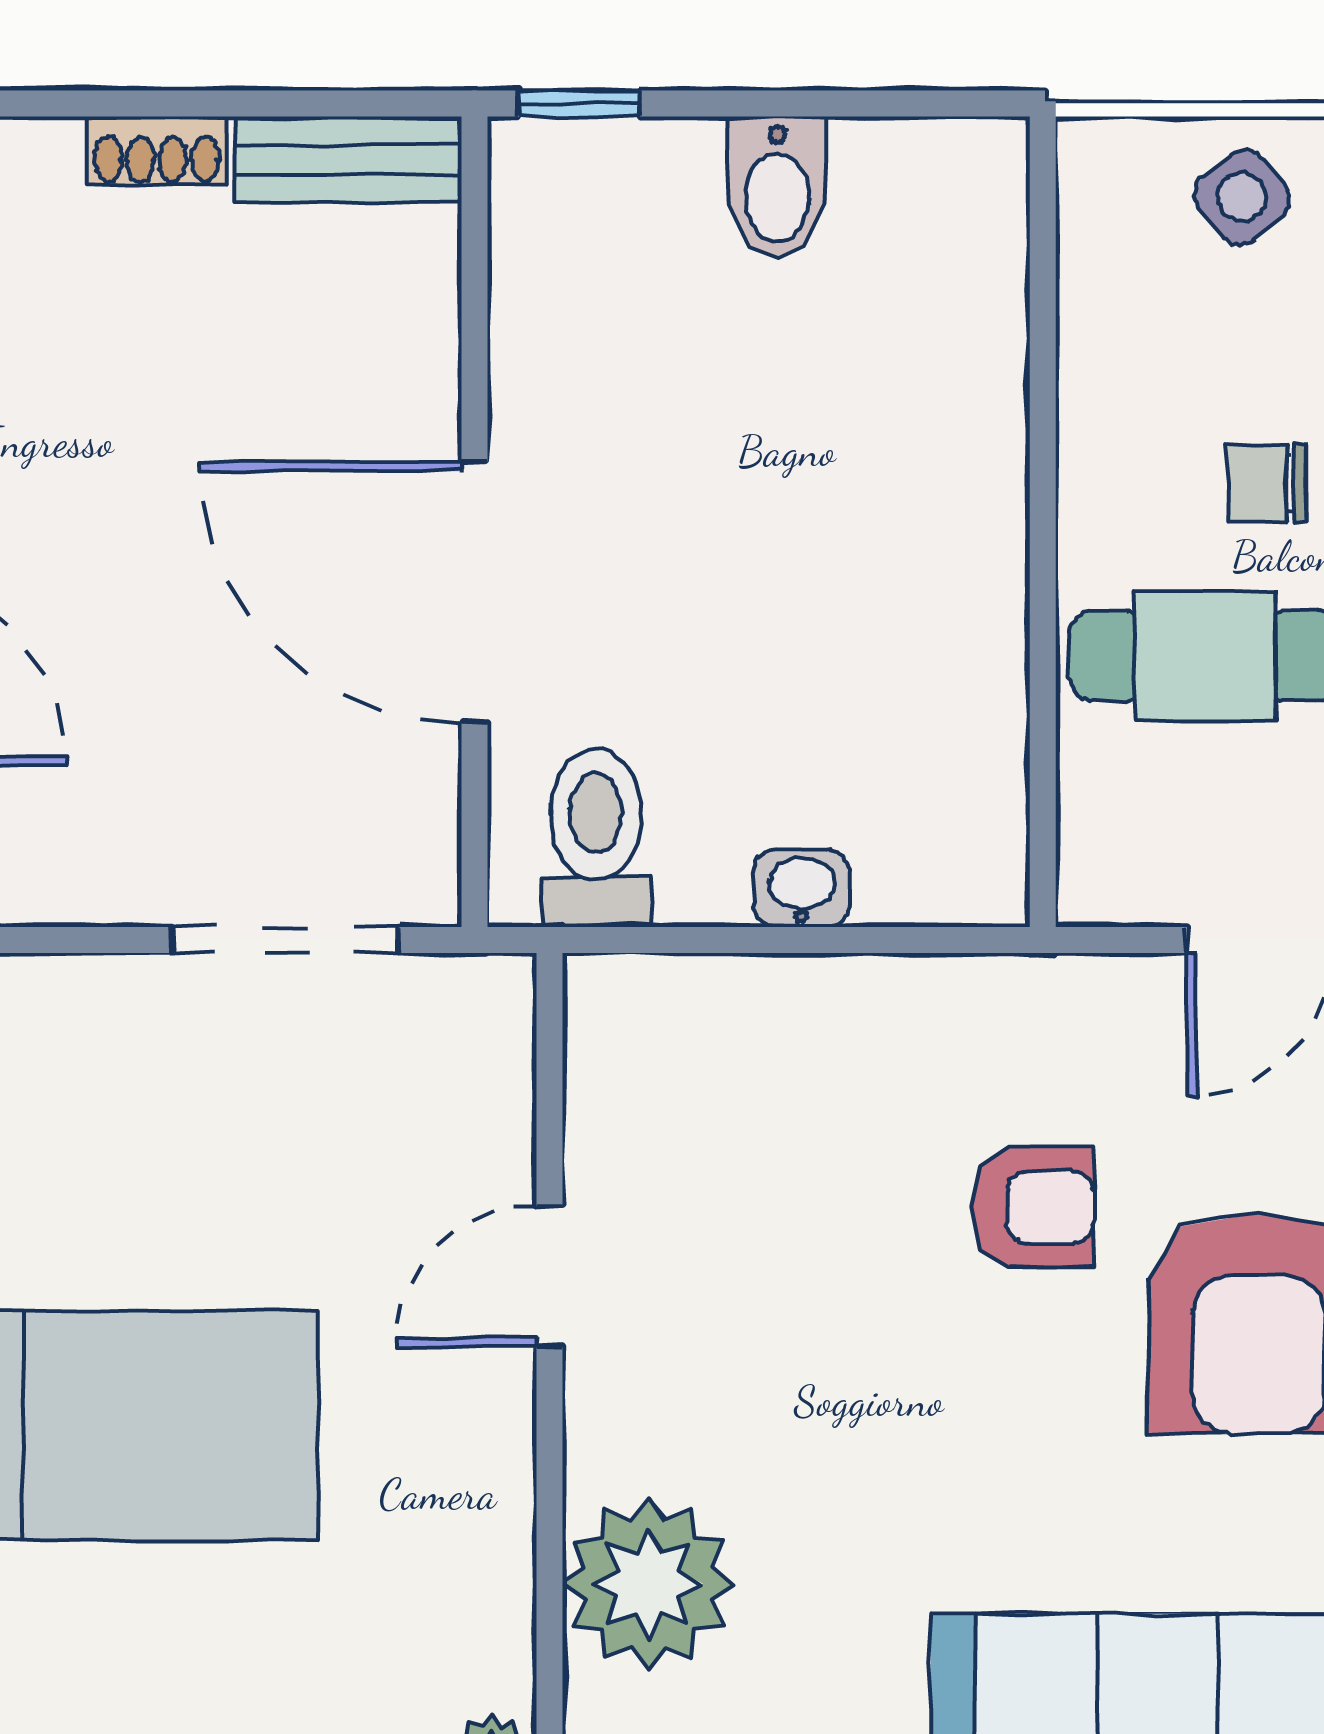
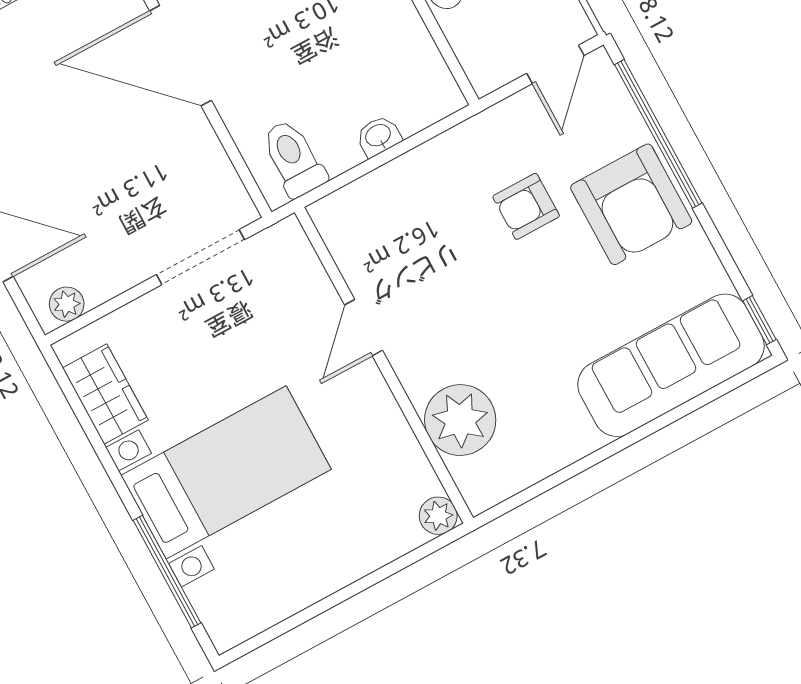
door: (474, 592) -> (180, 56), moved
armchair: (1033, 1207) -> (526, 206), turned 180

